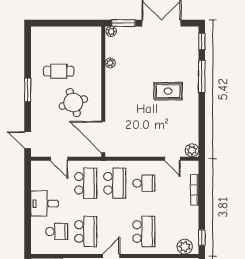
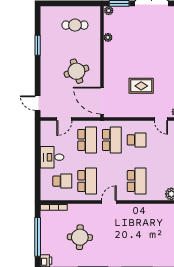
cafe table: (59, 71) -> (75, 25), moved
window: (28, 90) -> (38, 45), moved
rug: (168, 91) -> (141, 86), moved
door: (59, 159) -> (64, 119), hinge flipped

